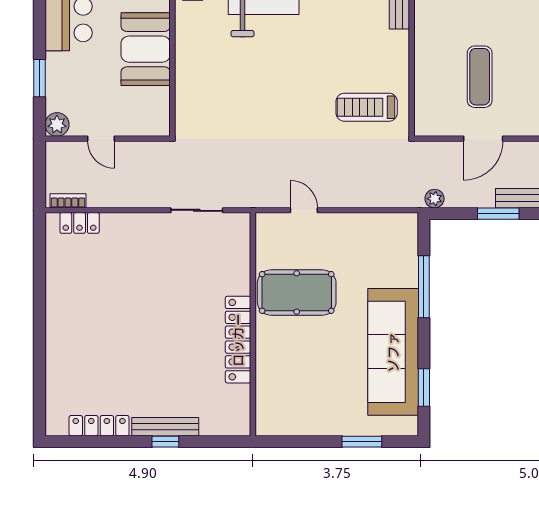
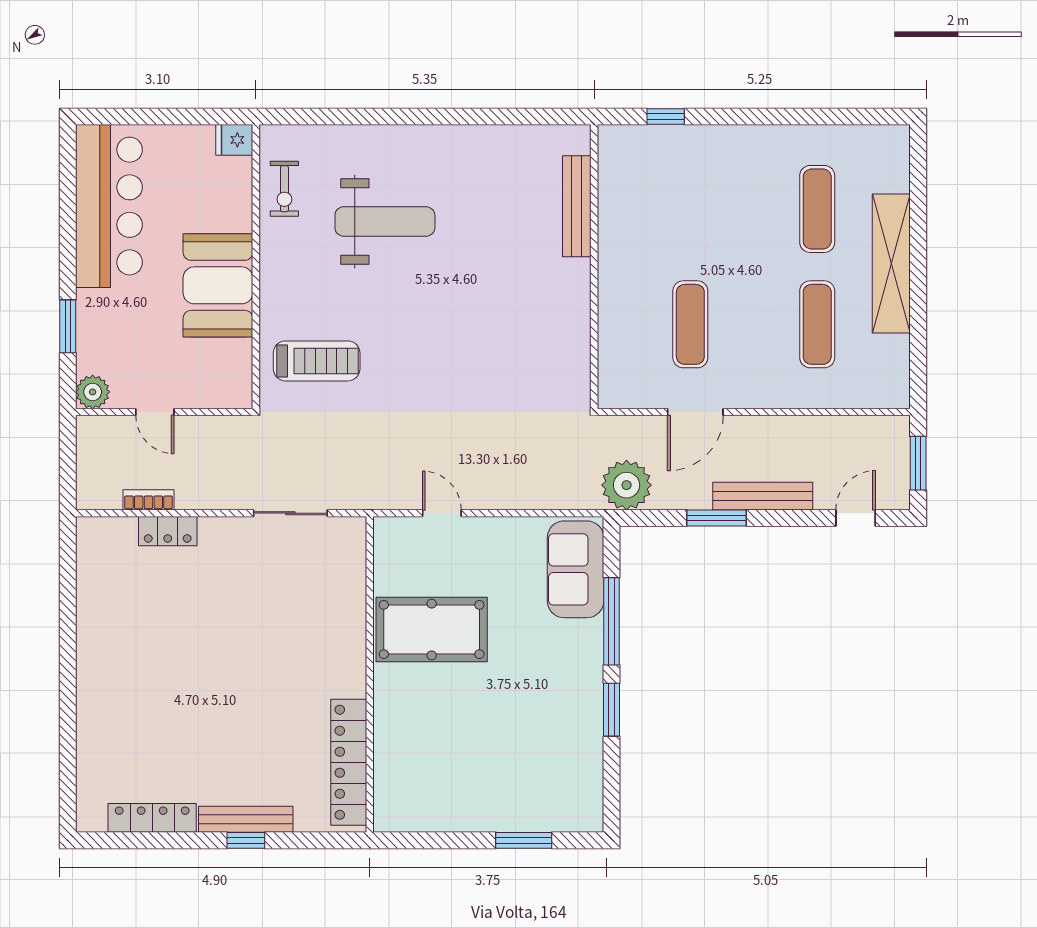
treadmill: (367, 107) -> (317, 361), moved, turned 180
plant: (435, 199) -> (627, 485), width x1.87, depth x1.87
bookcase: (68, 201) -> (148, 500), moved
locker: (80, 223) -> (168, 531), moved
locker: (238, 340) -> (349, 762), moved
sofa: (393, 352) -> (576, 569), moved, width x0.54, depth x0.79
window: (424, 388) -> (612, 710), moved

